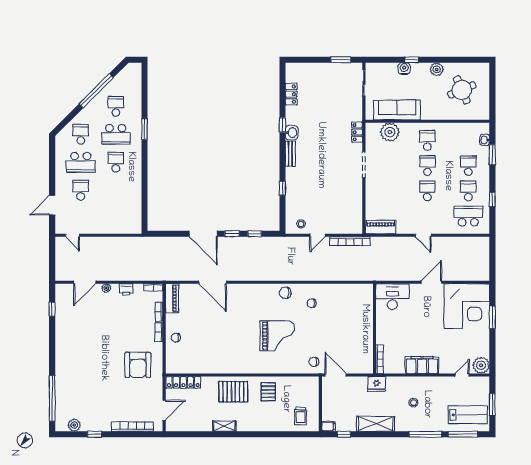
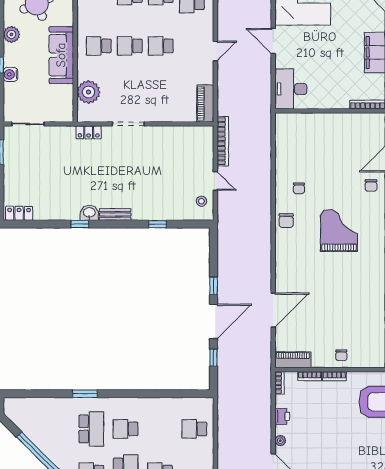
locker: (291, 94) -> (19, 213), moved
school desk: (116, 106) -> (194, 429), moved
sofa: (397, 110) -> (61, 55), moved
window: (255, 234) -> (214, 358), moved

